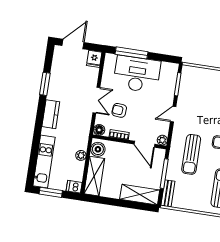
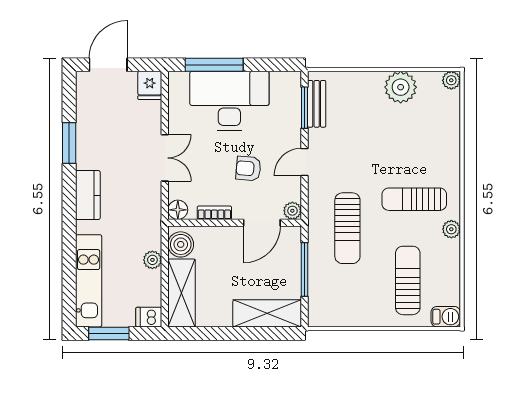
armchair: (119, 110) -> (248, 169), moved
door: (144, 144) -> (262, 223), hinge flipped
bench: (168, 193) -> (317, 104), moved

